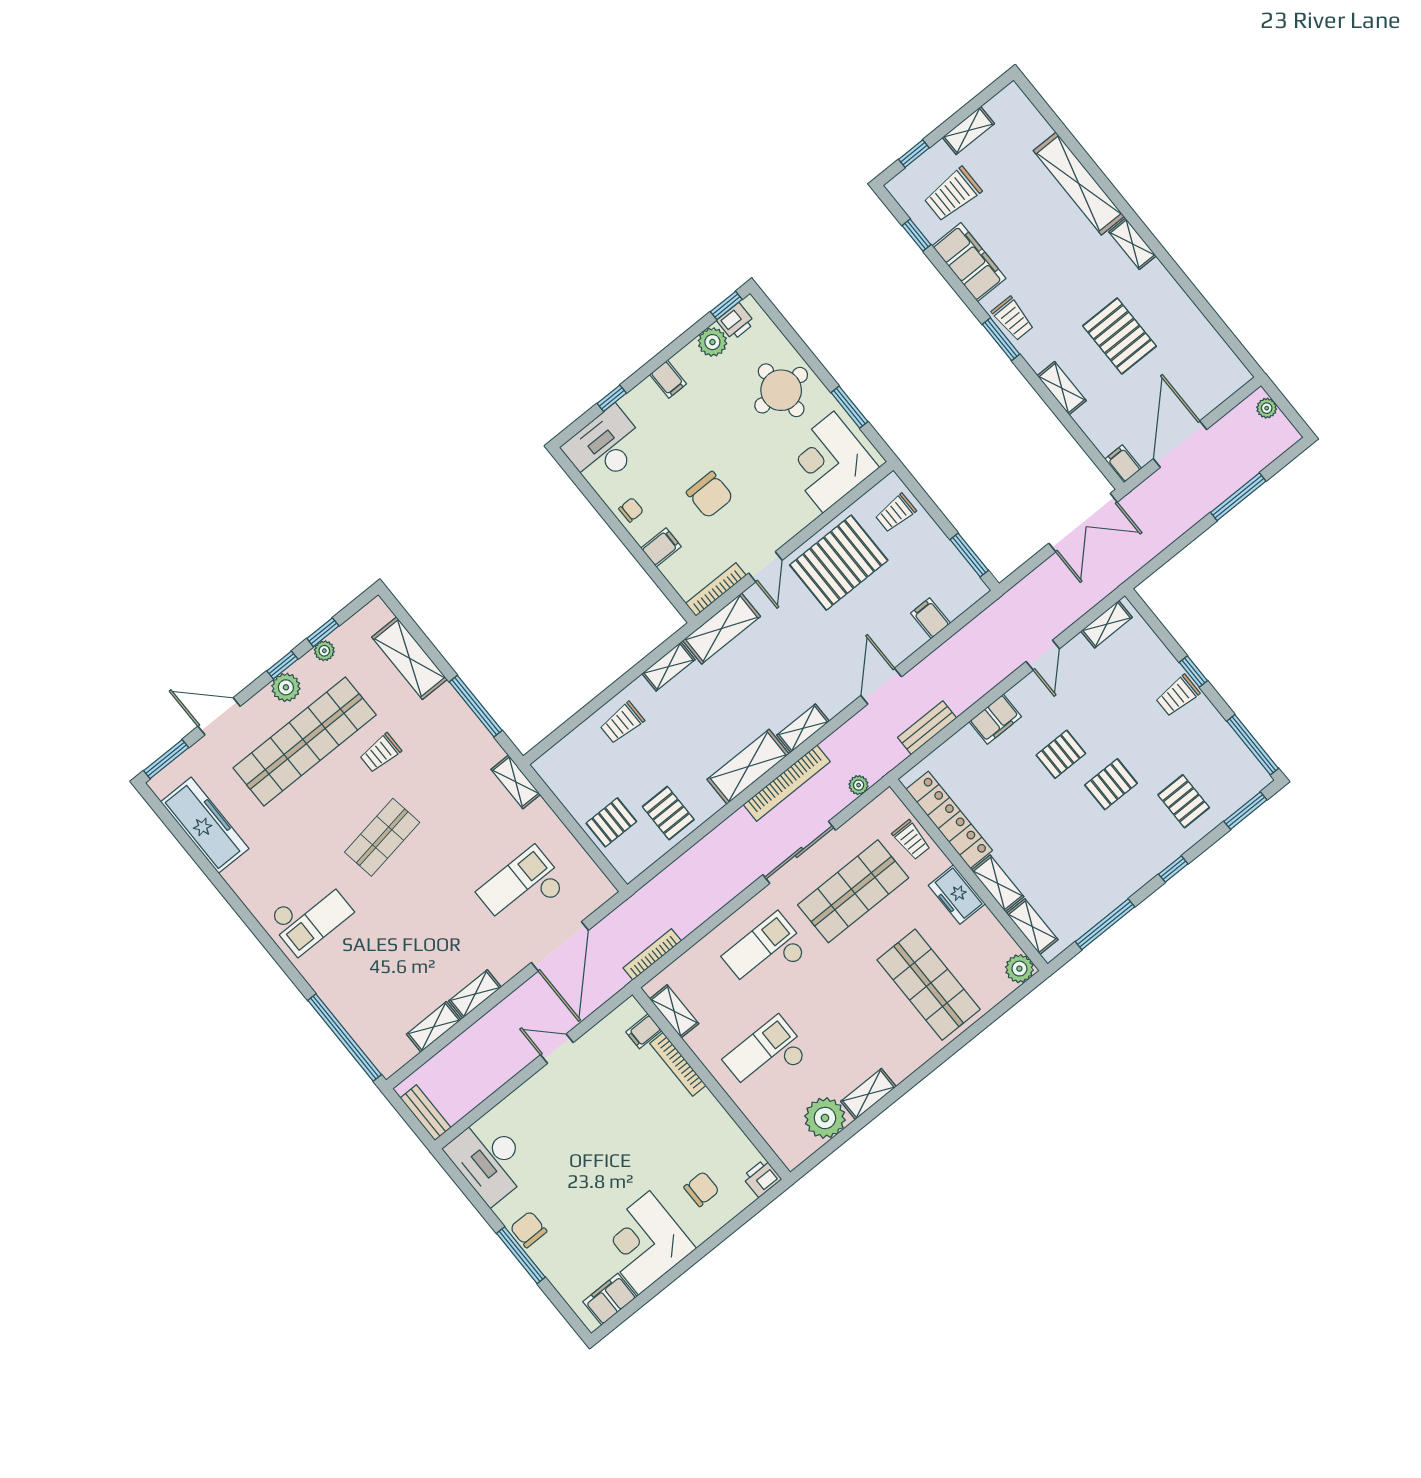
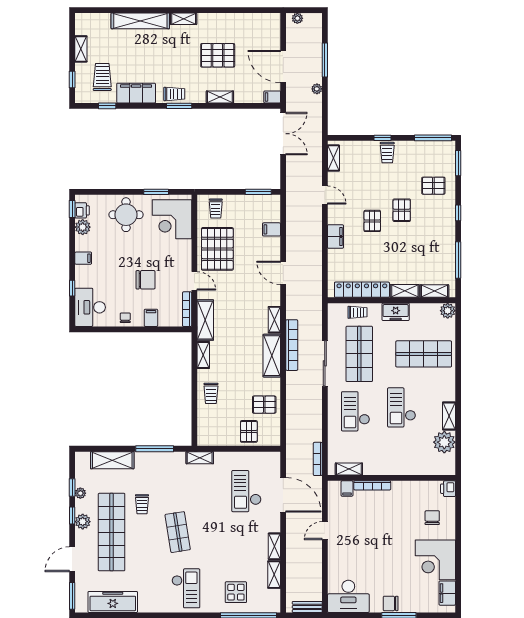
trolley: (953, 194) -> (102, 77), turned 180
bench: (927, 728) -> (316, 268), removed
plant: (859, 785) -> (317, 89), moved
display table: (363, 992) -> (236, 592), added
checkout: (766, 1056) -> (402, 407), moved

